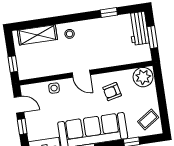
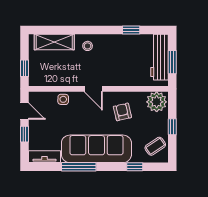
workbench: (139, 28) -> (159, 57), width x1.37
armchair: (112, 92) -> (122, 112), turned 90
window: (161, 99) -> (172, 127), added

